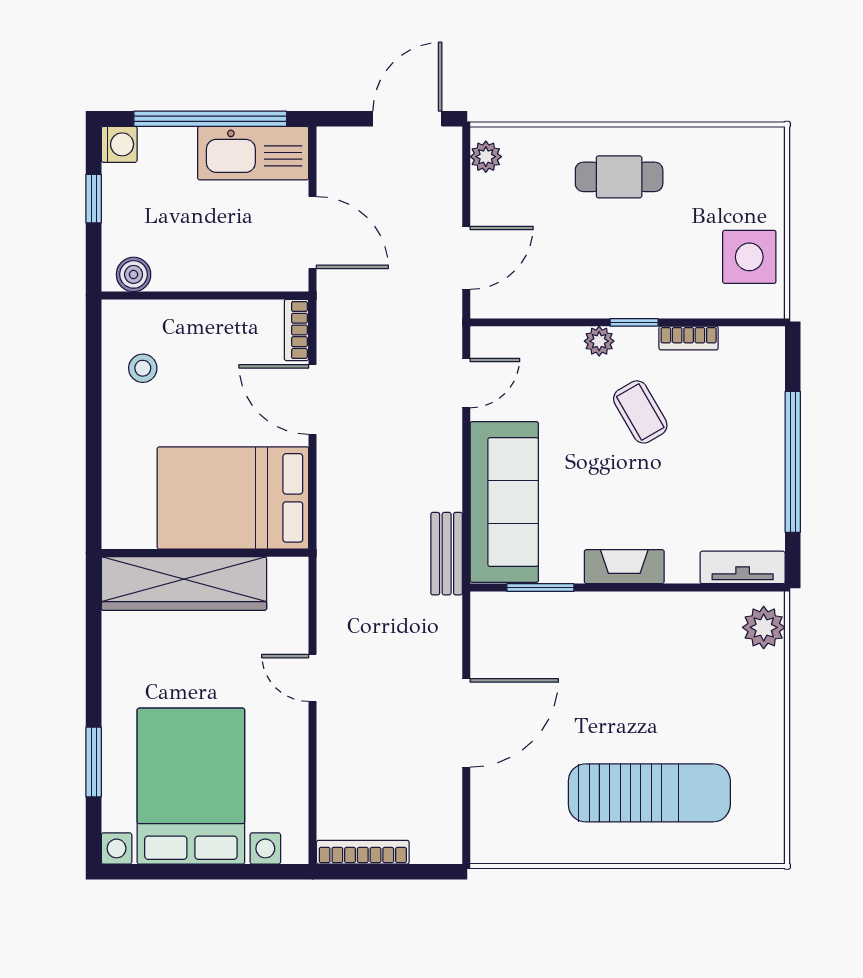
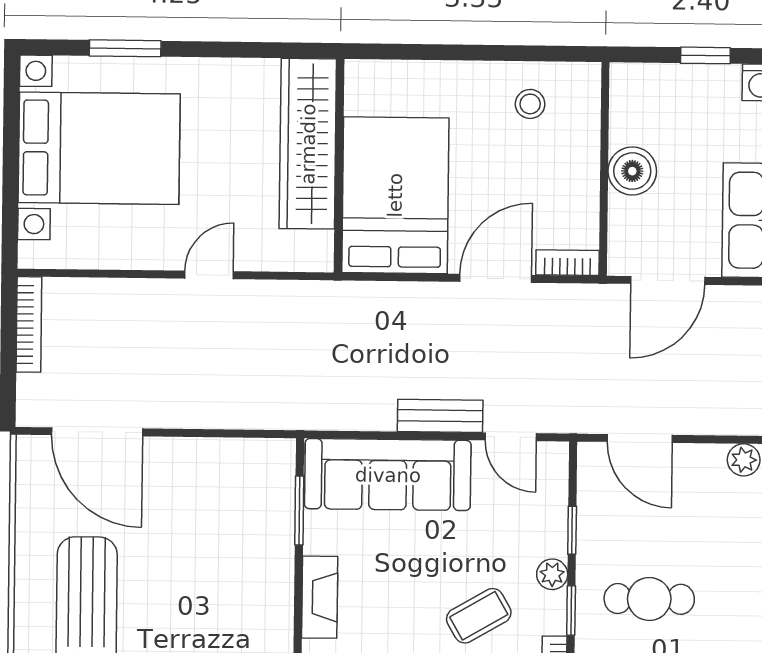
cafe table: (619, 177) -> (649, 599), moved, turned 90
boiler: (134, 274) -> (632, 171), moved, width x1.36, depth x1.36
window: (556, 322) -> (572, 530), added
bench: (447, 554) -> (440, 416), moved
door: (466, 723) -> (97, 432), moved

